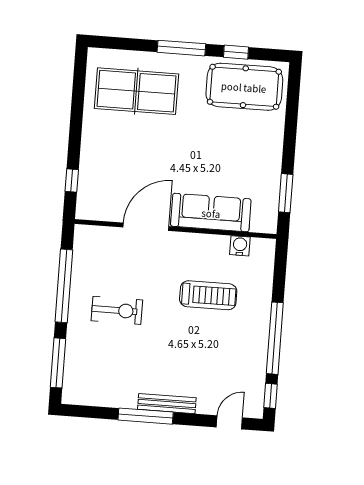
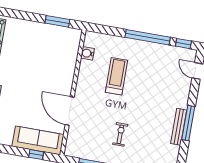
sofa: (211, 213) -> (38, 140), moved, turned 90
exercise bike: (117, 310) -> (120, 134), width x0.73, depth x0.72
bench: (167, 404) -> (179, 127), moved

